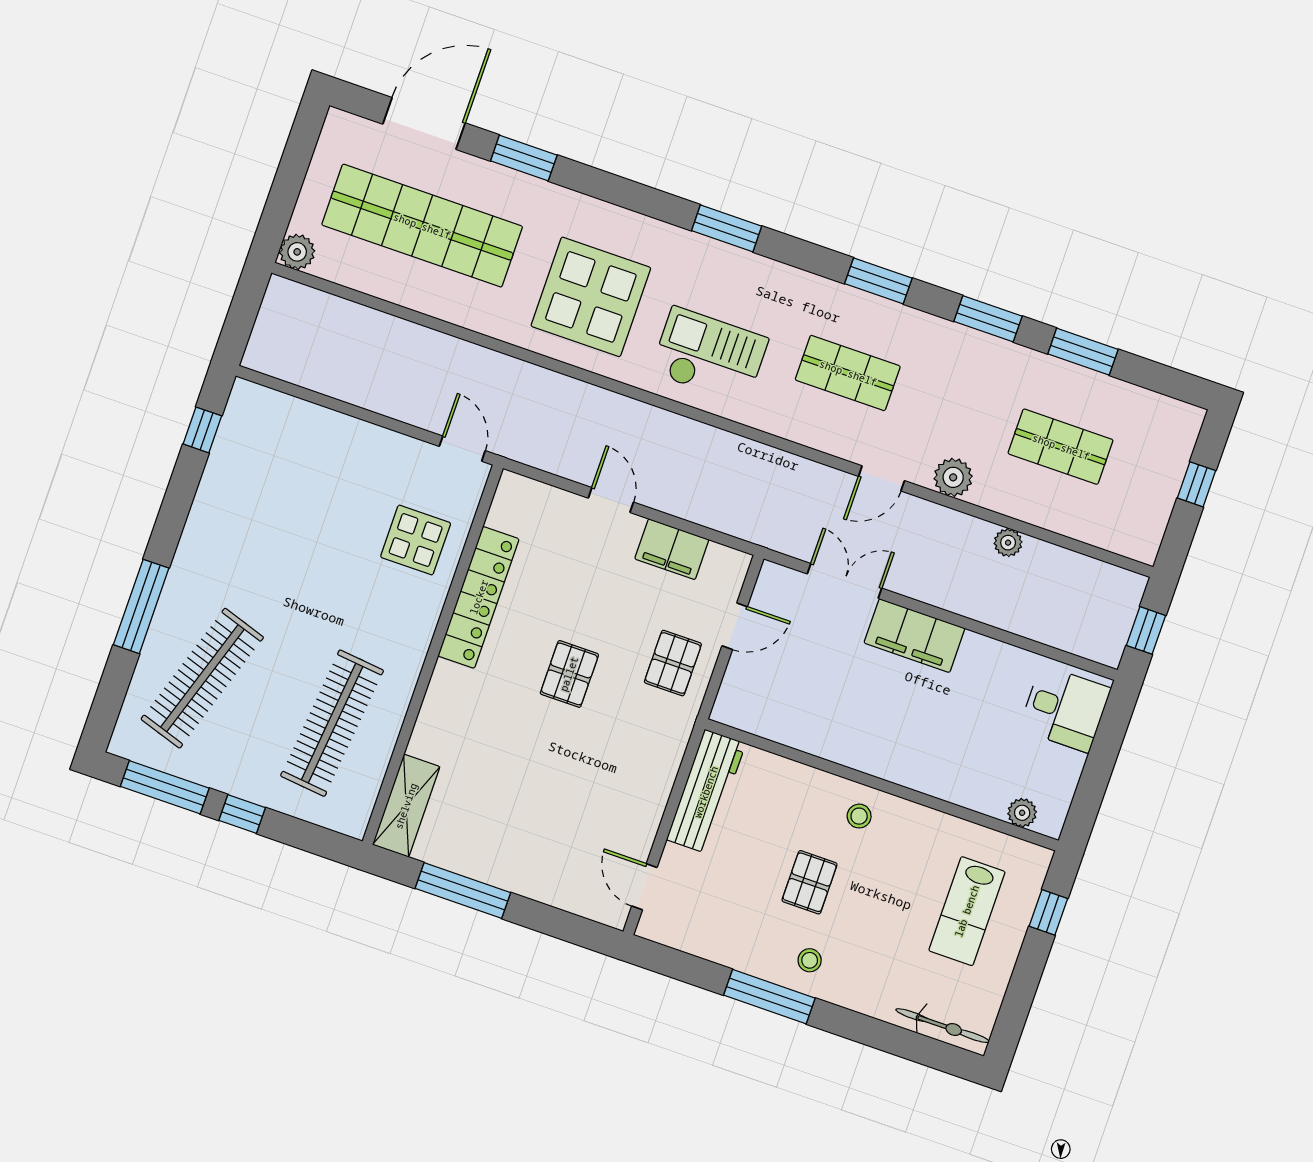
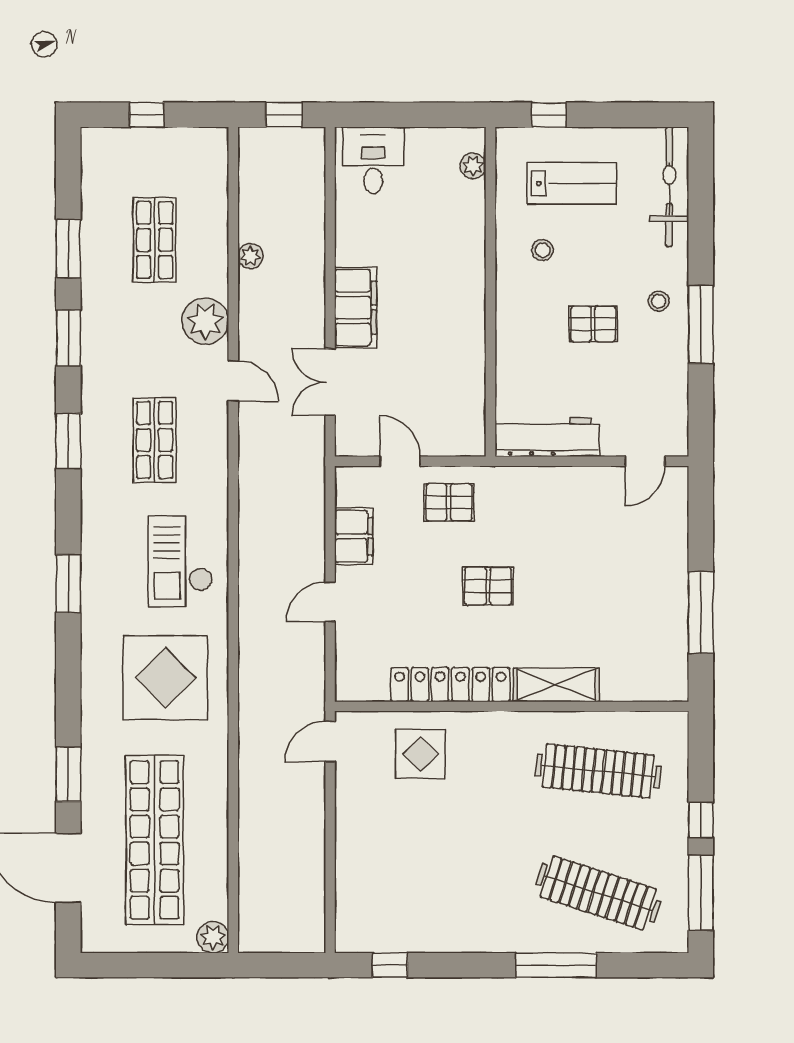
plant: (953, 477) -> (205, 321), width x1.36, depth x1.36
shelving: (406, 806) -> (556, 685), moved
stool: (859, 816) -> (543, 250), moved
bicycle: (942, 1026) -> (669, 187), width x1.37, depth x1.40

